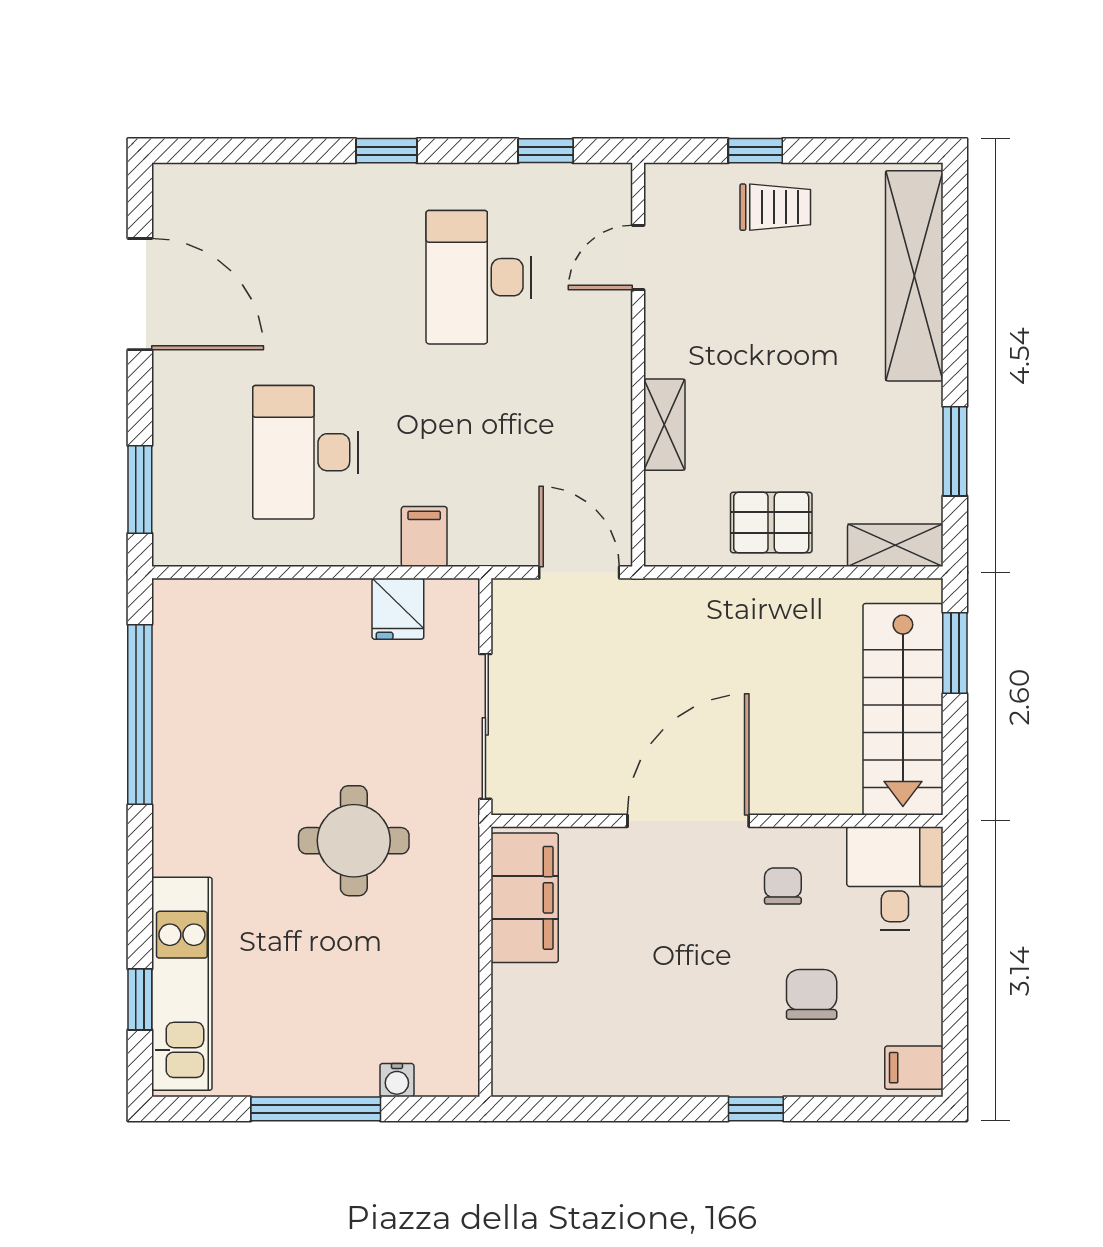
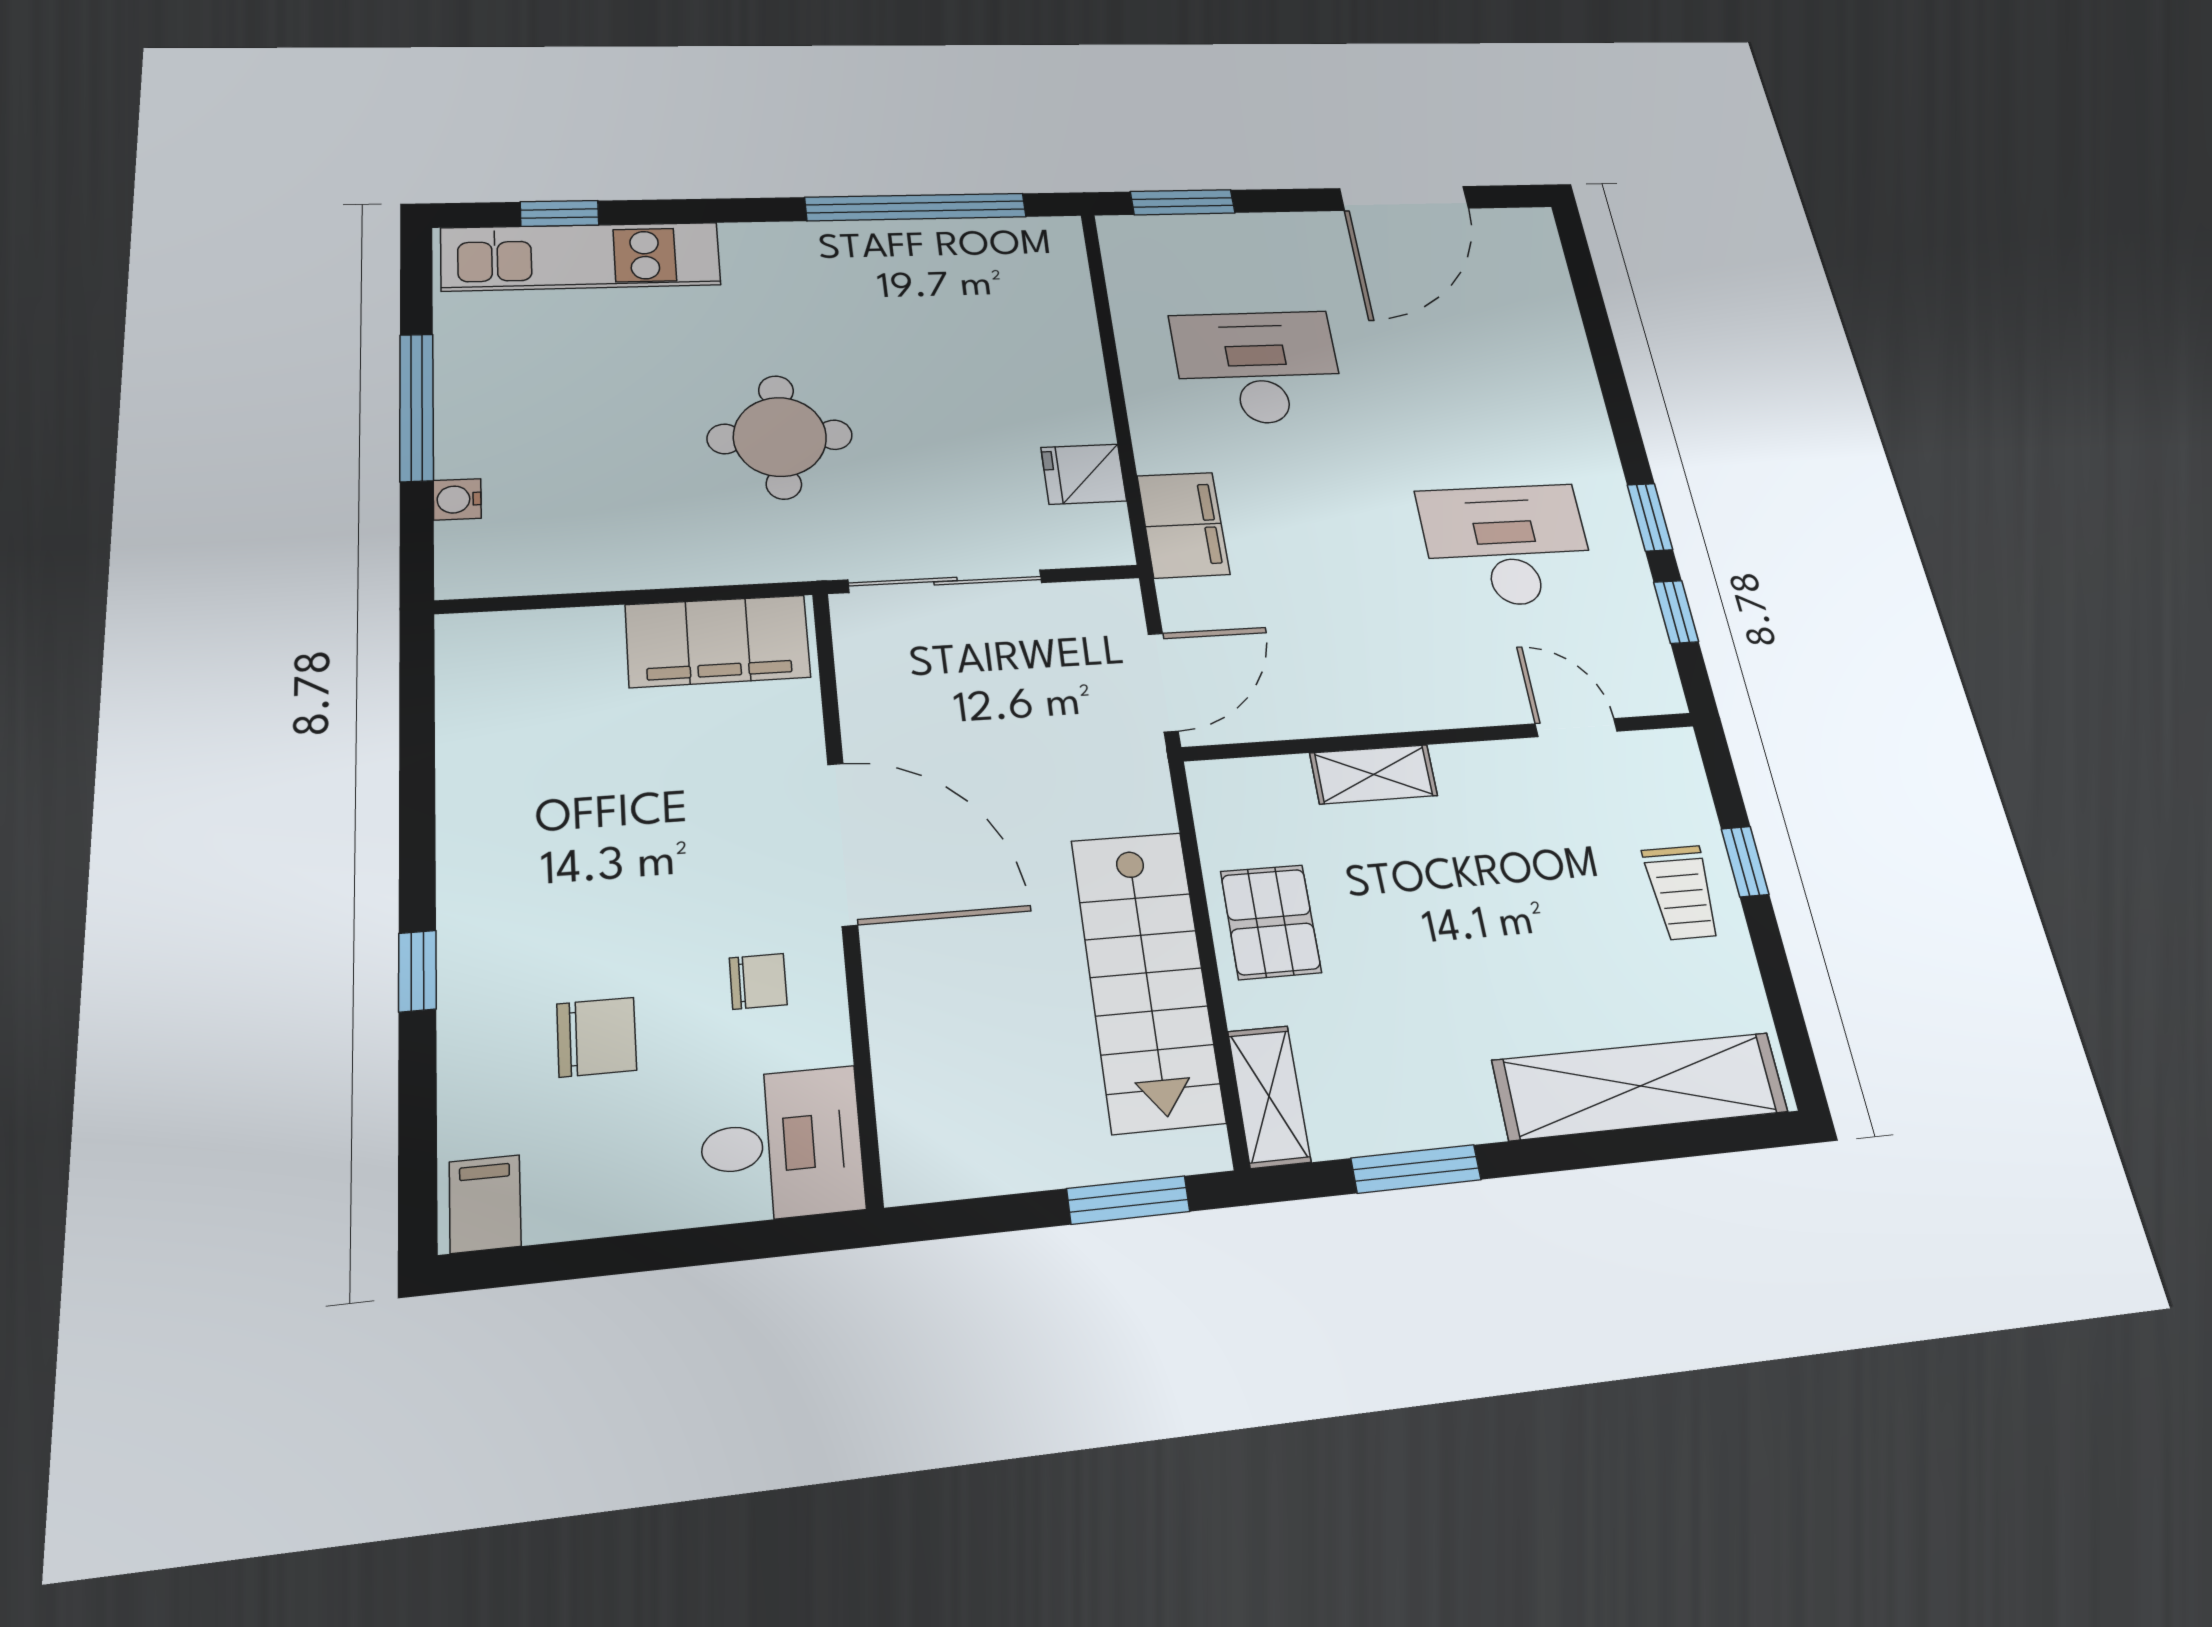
window: (386, 151) -> (1650, 517), moved
filing cabinet: (424, 537) -> (1183, 525), width x2.00
stairs: (903, 709) -> (1147, 979), moved, turned -90

